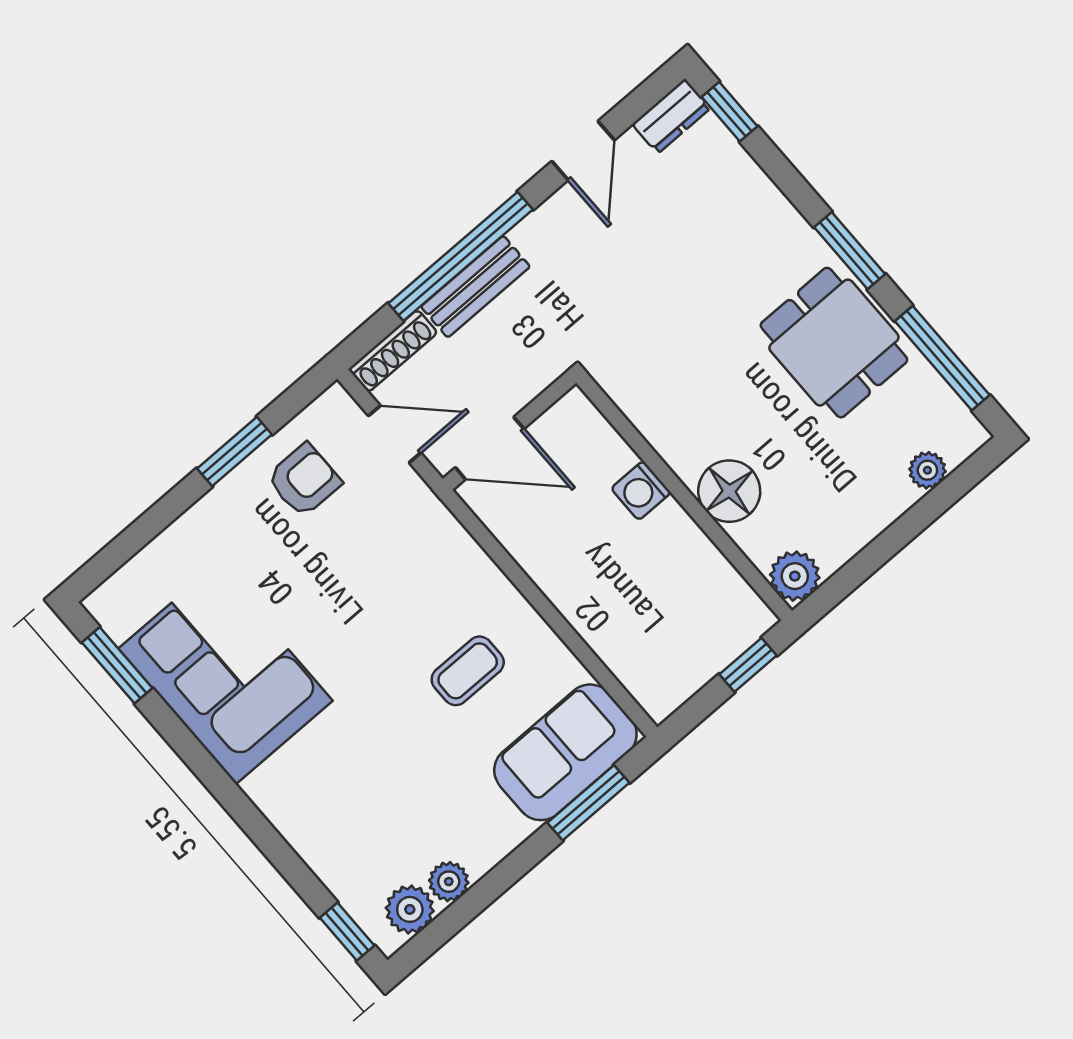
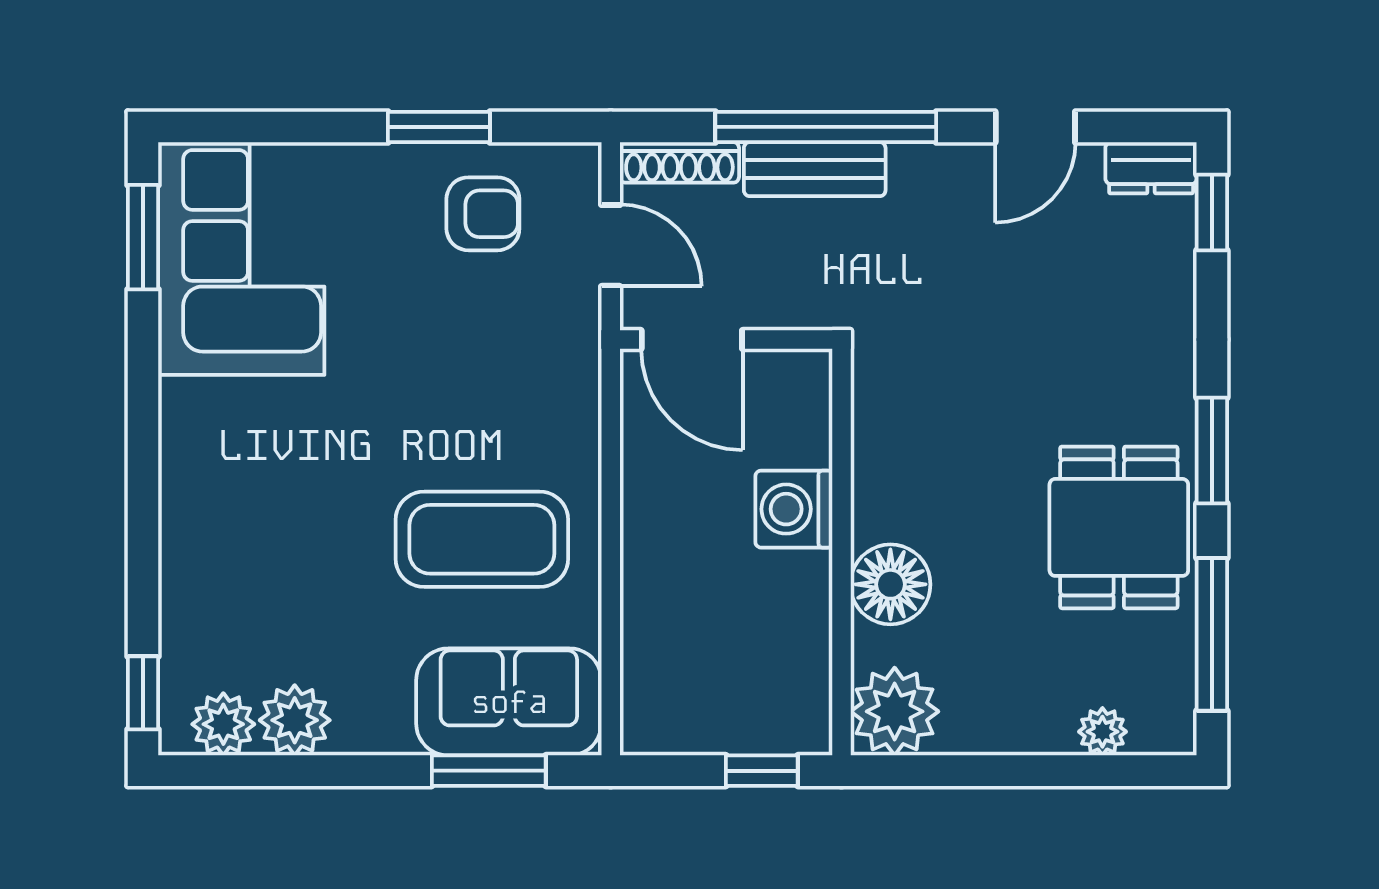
washing machine: (641, 491) -> (794, 509), width x1.38, depth x1.38
plant: (795, 576) -> (895, 711), width x1.36, depth x1.36
coffee table: (468, 671) -> (482, 539), width x1.86, depth x1.72
corner sofa: (225, 675) -> (241, 259), moved
plant: (449, 882) -> (295, 720), width x1.38, depth x1.38

